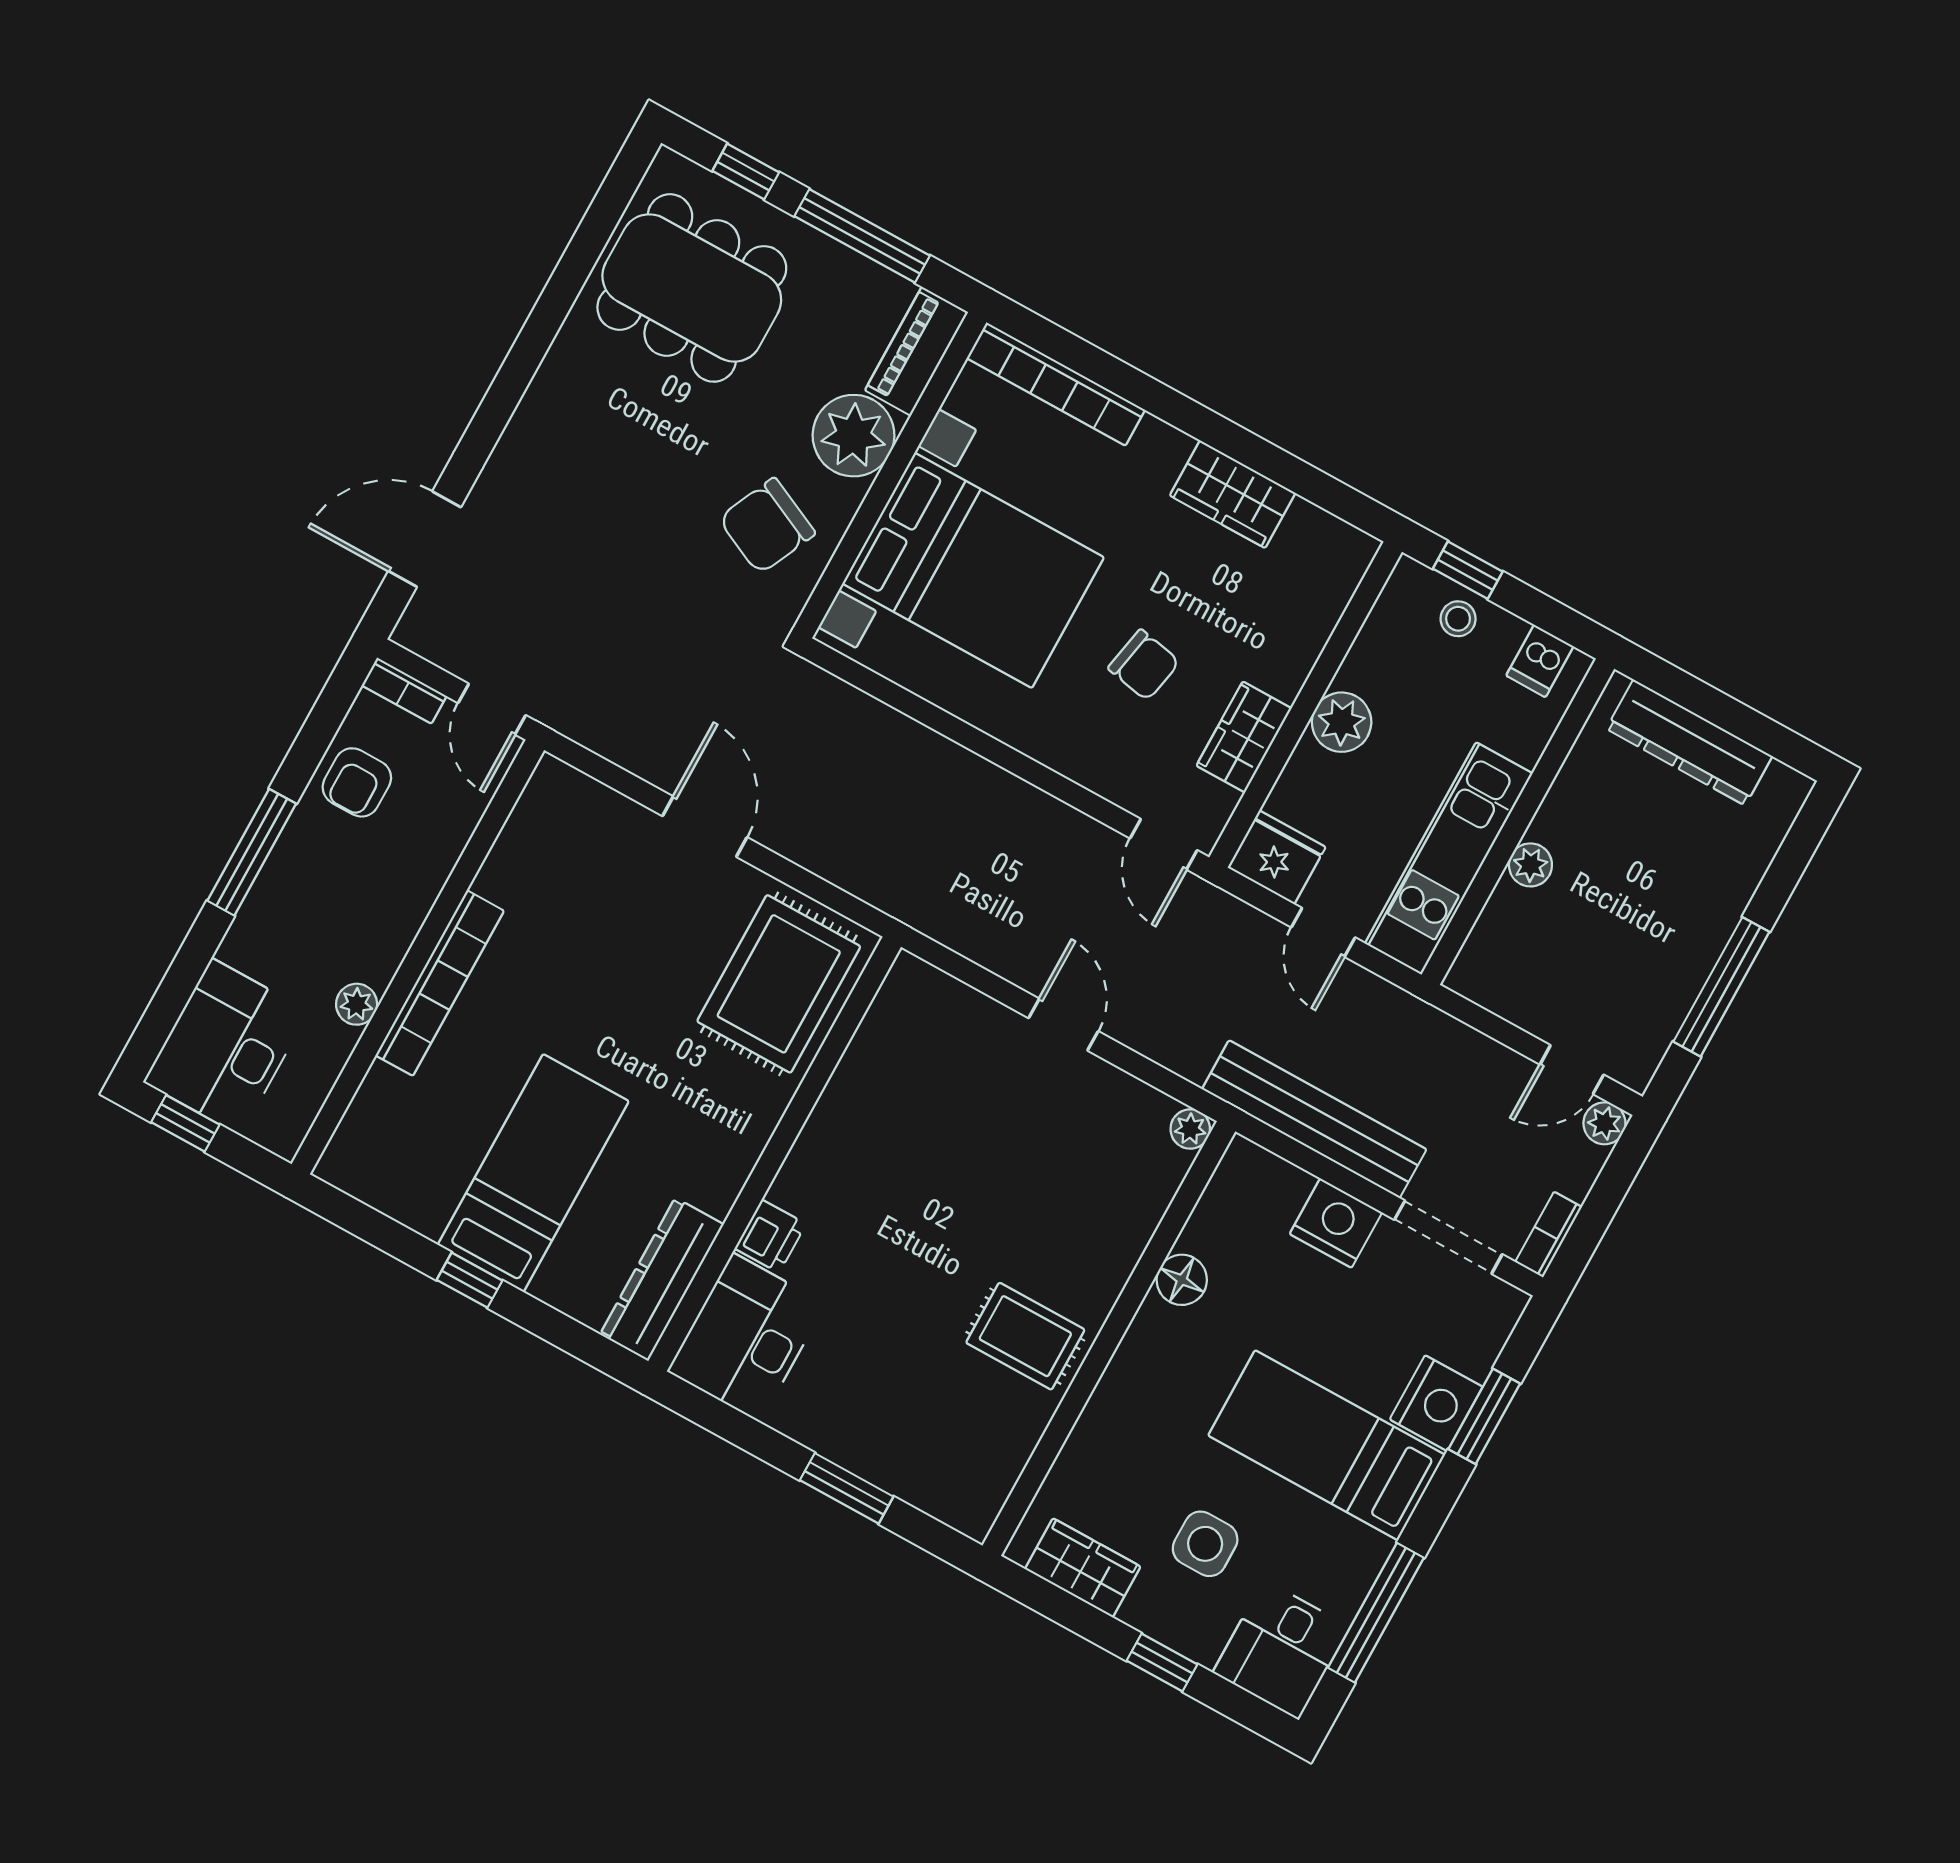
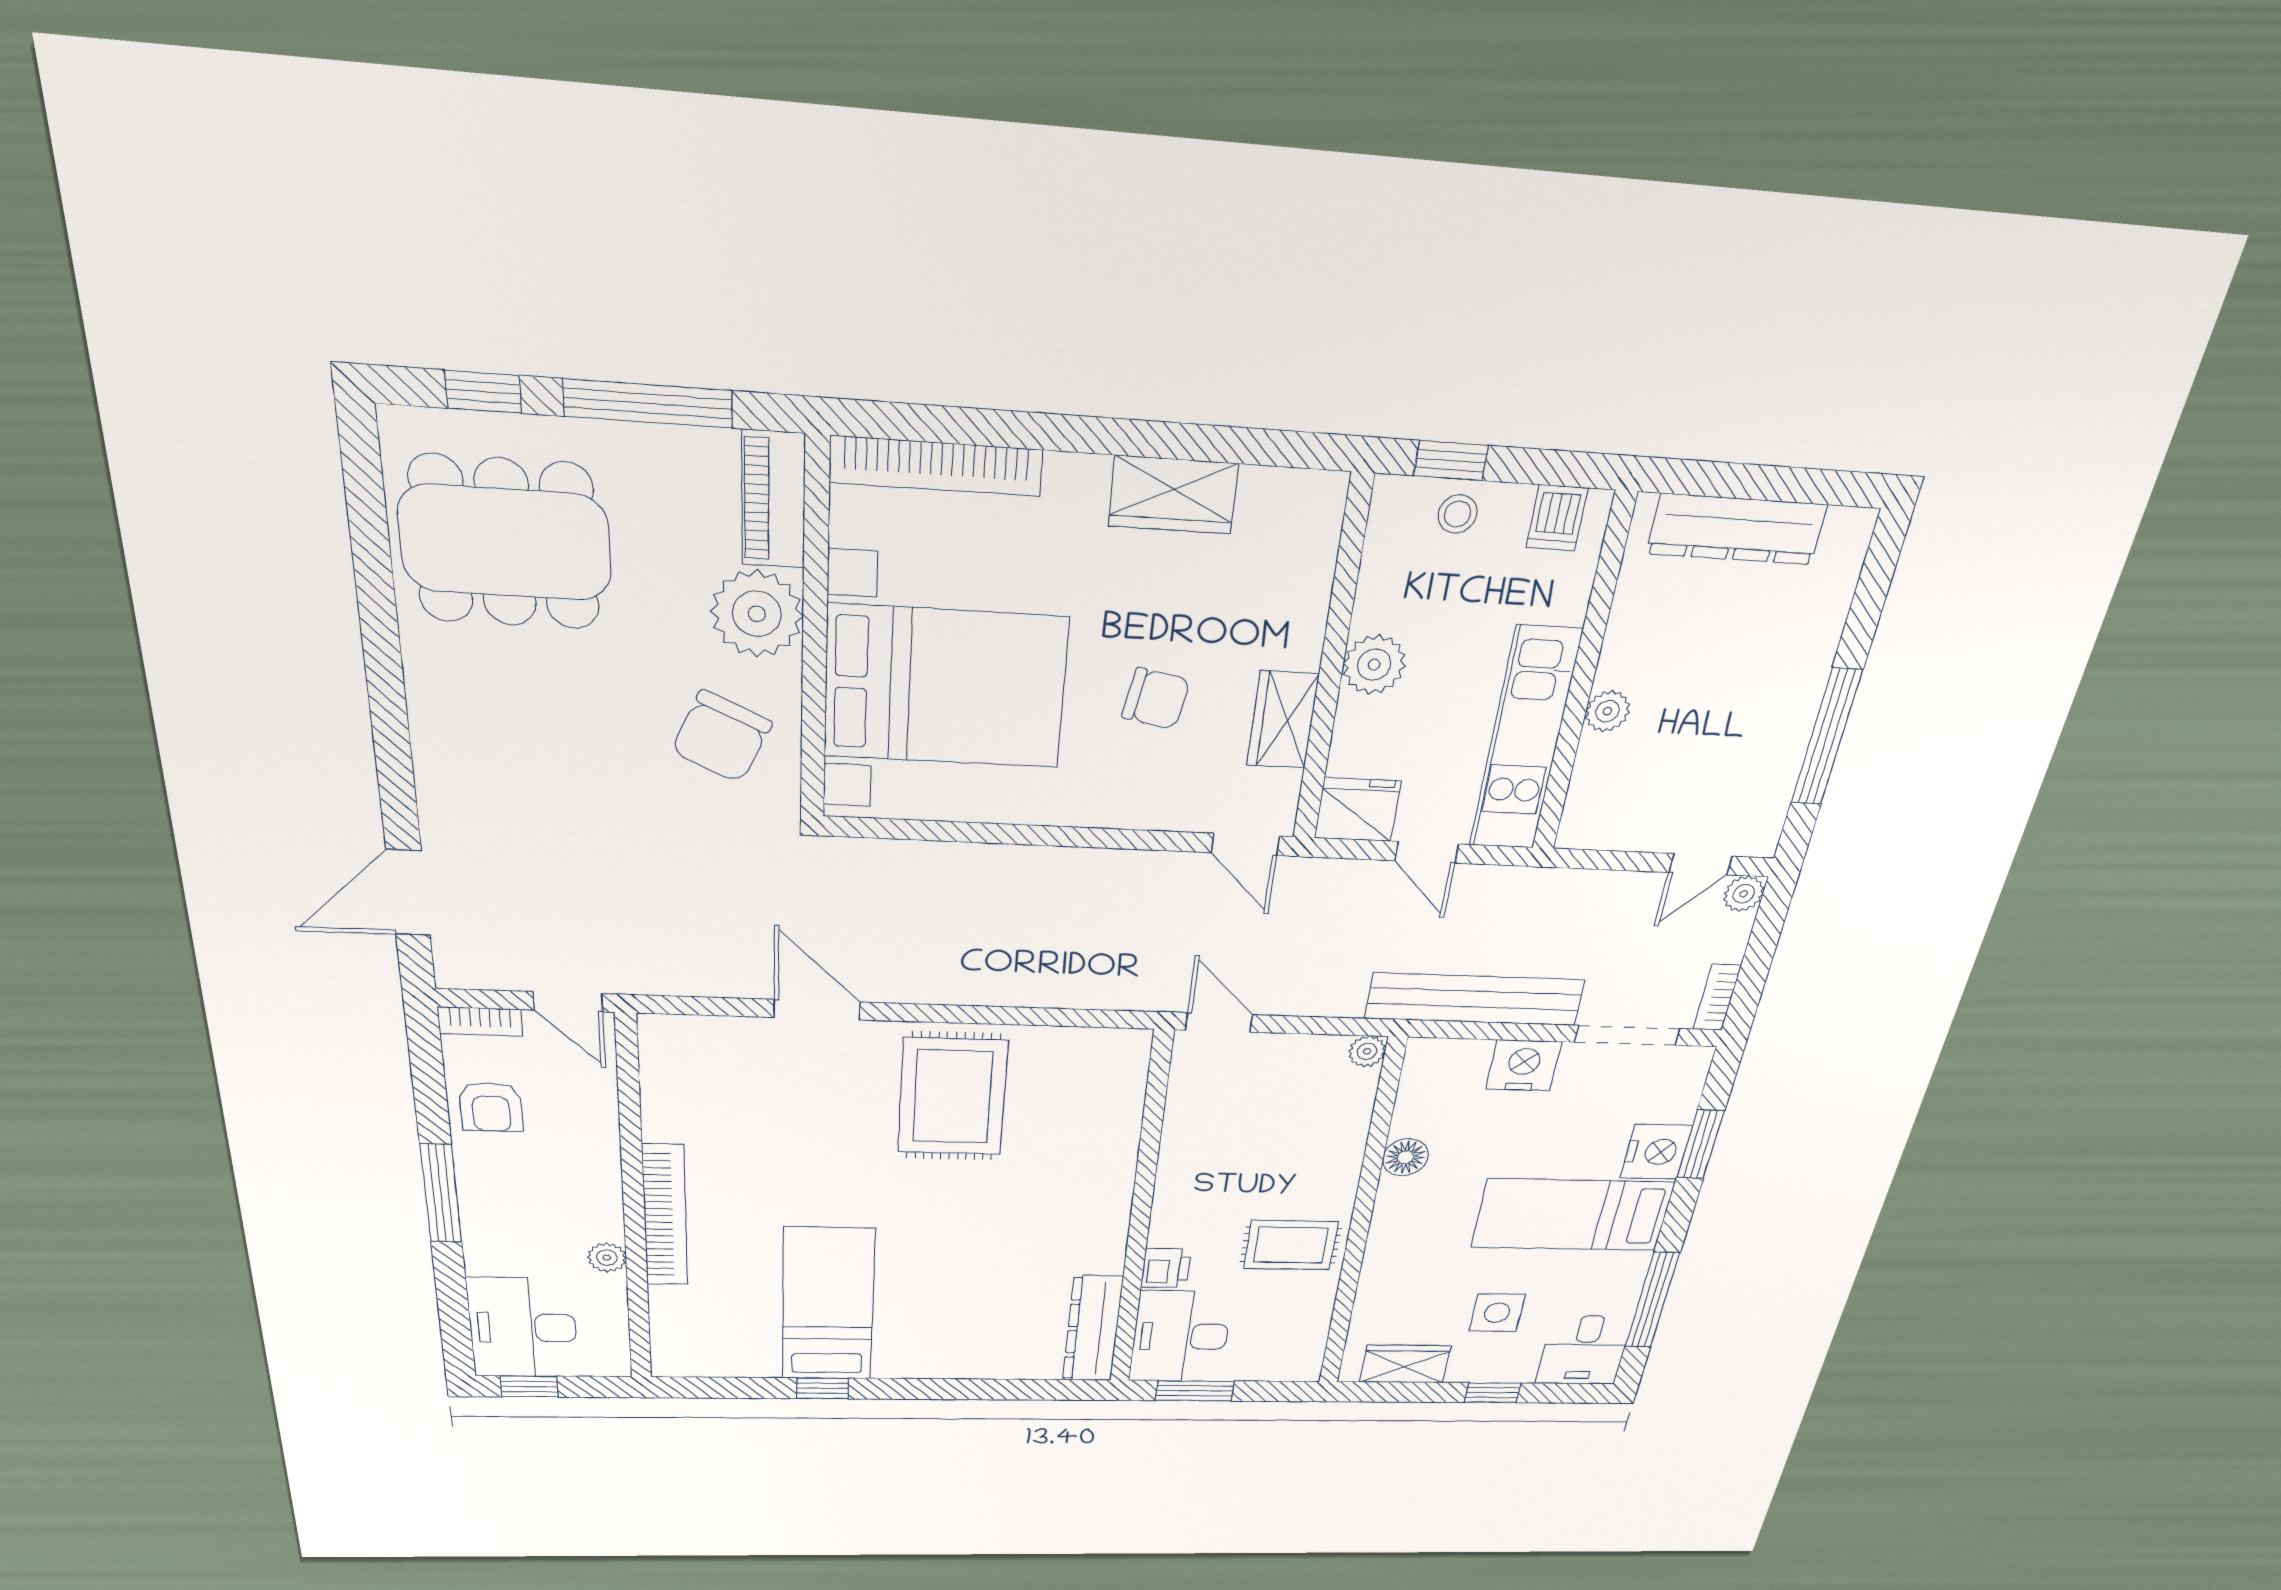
wall: (775, 1154) -> (1141, 1215), moved
printer: (770, 1236) -> (1166, 1268), moved
dresser: (662, 1279) -> (1093, 1329), moved
desk: (746, 1337) -> (1180, 1336), moved

